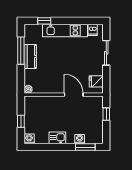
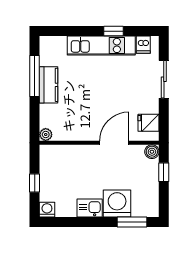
window: (44, 21) -> (114, 31), moved
door: (74, 95) -> (114, 143), hinge flipped
boiler: (98, 101) -> (152, 152), added
washing machine: (80, 139) -> (117, 203), width x1.89, depth x1.89

